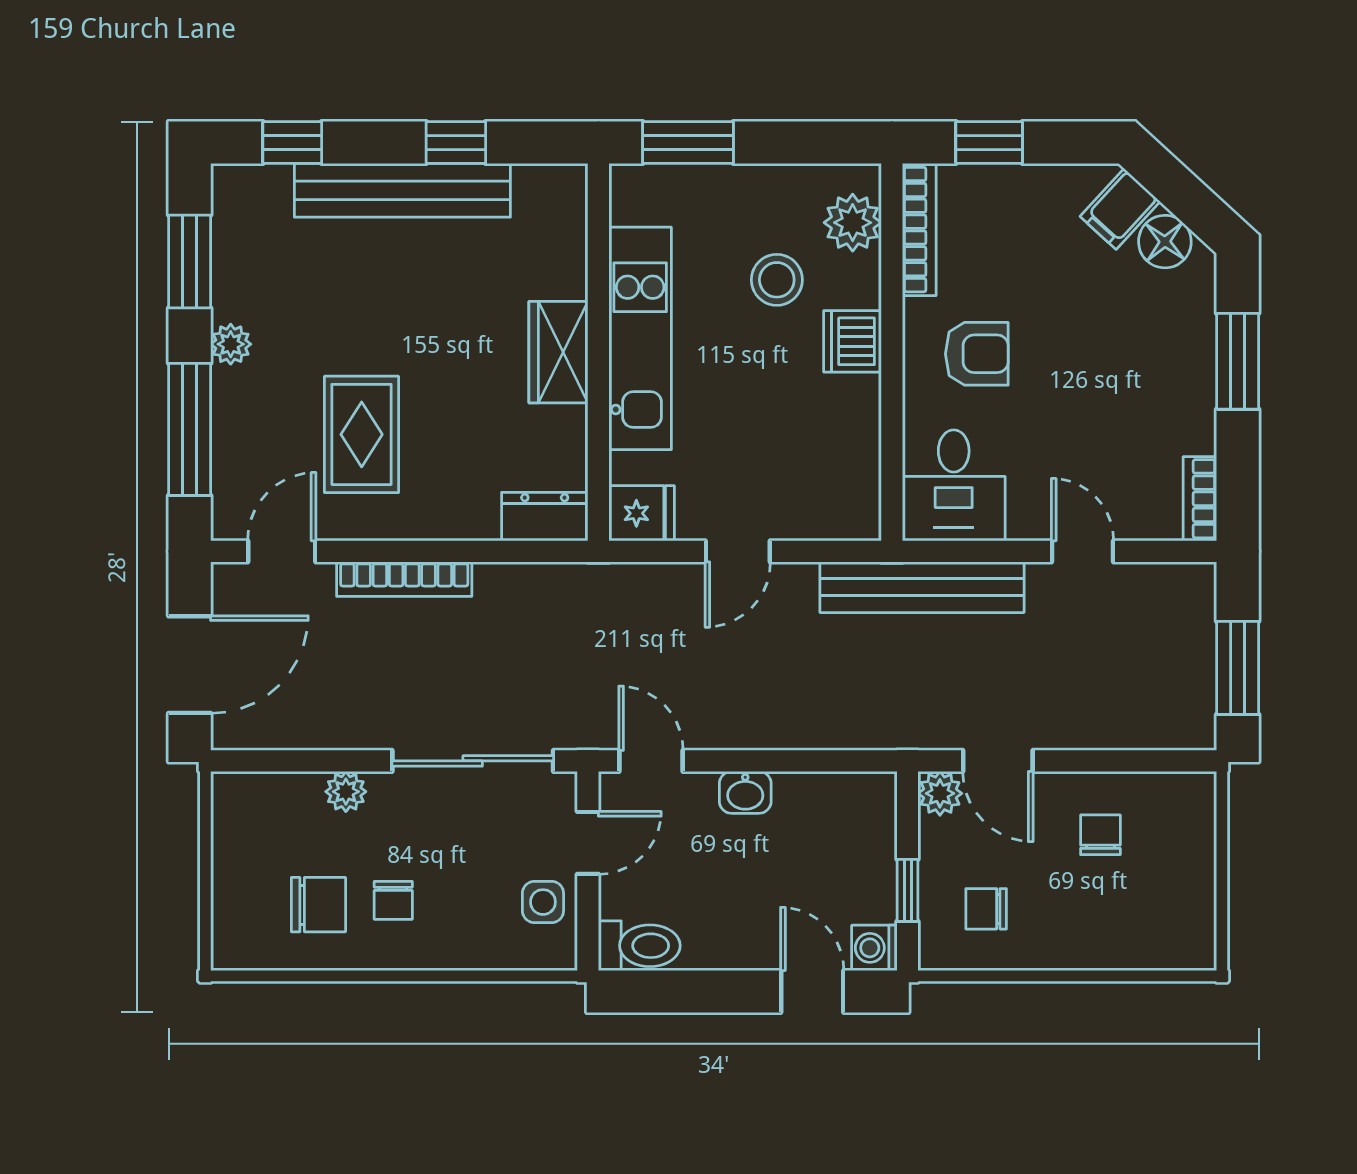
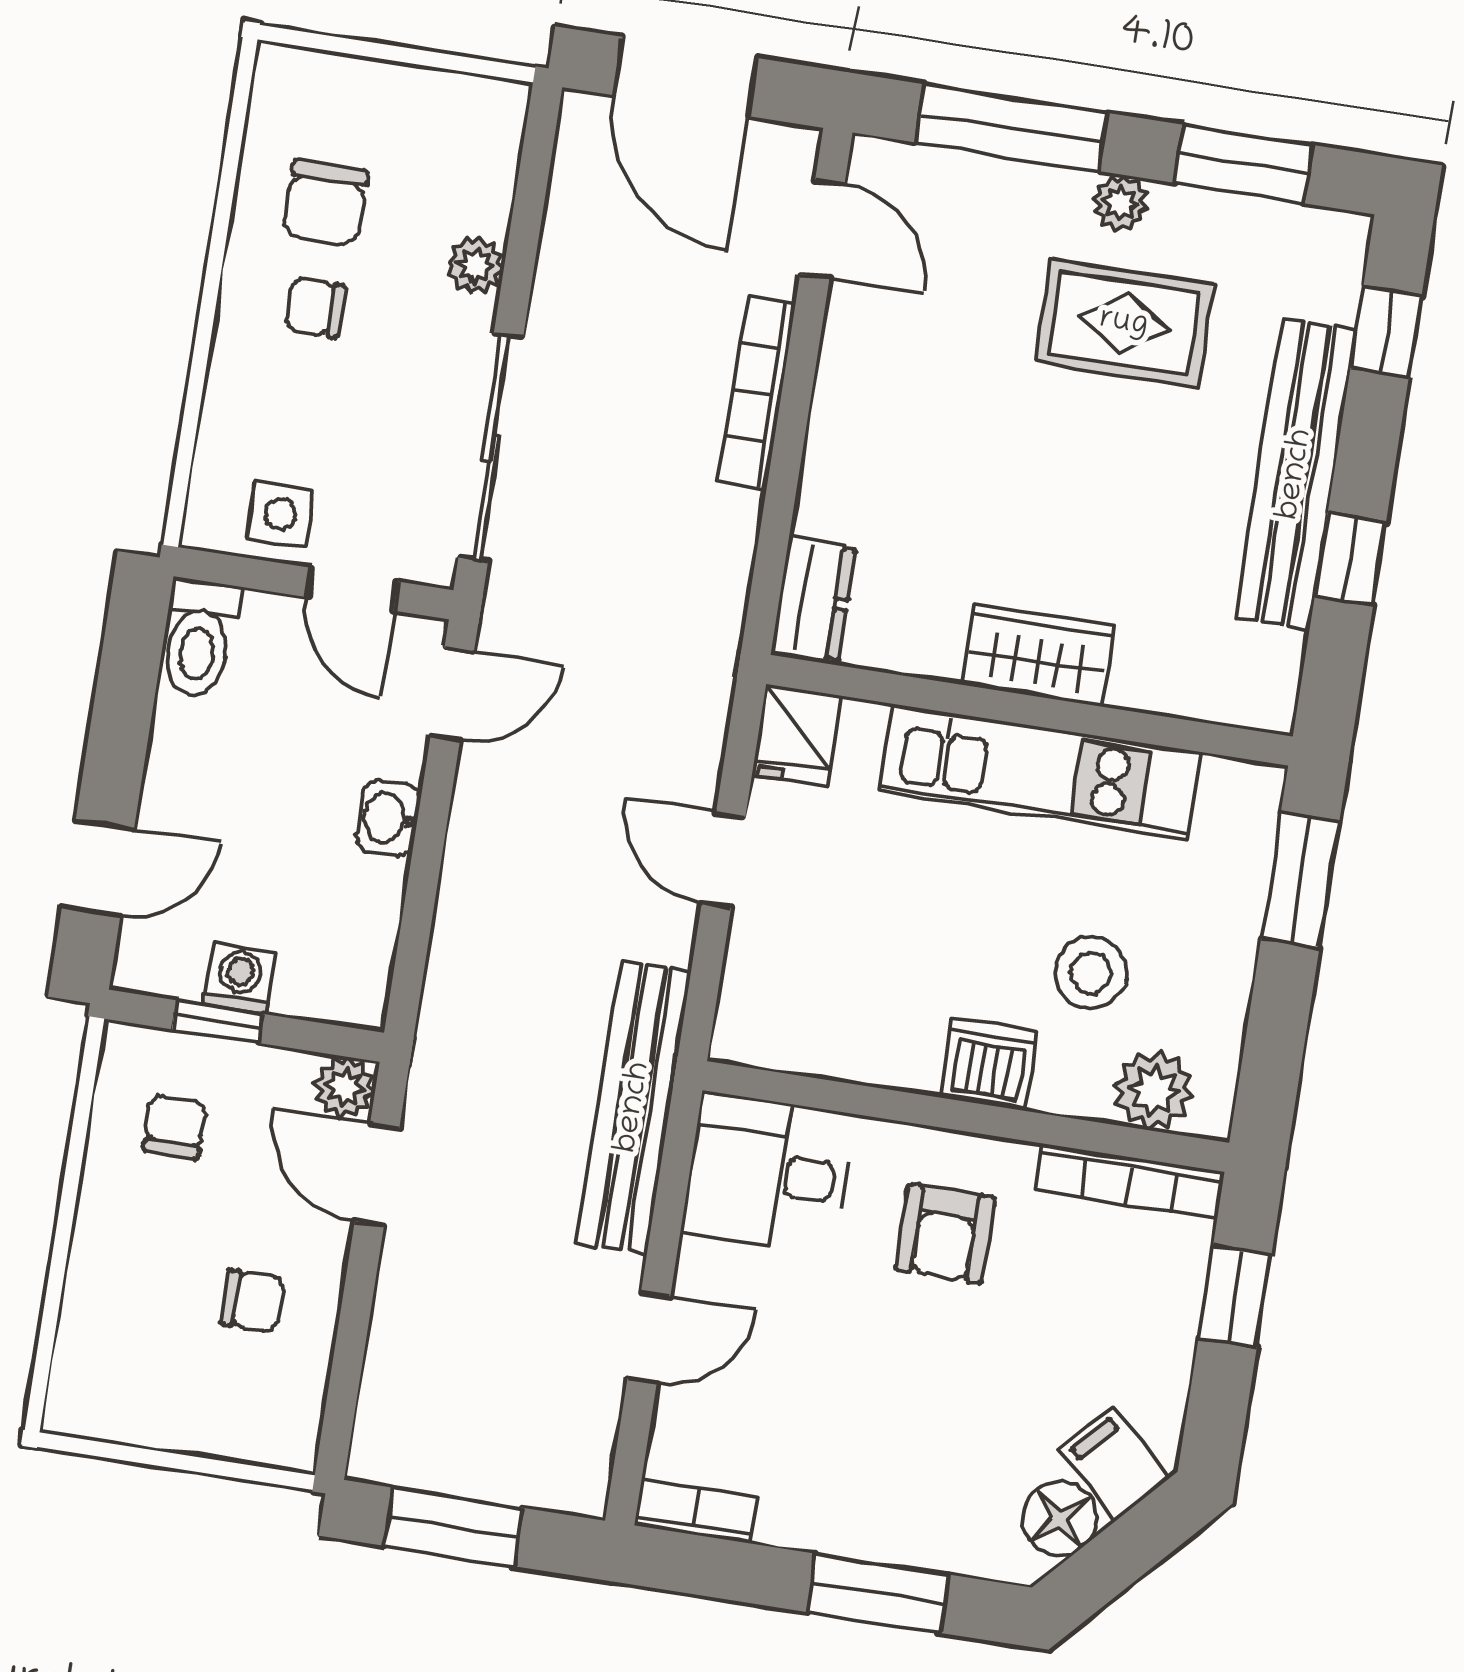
rug: (362, 434) -> (1124, 323), moved
door: (998, 761) -> (377, 1175), hinge flipped
washing machine: (874, 948) -> (239, 978), moved

